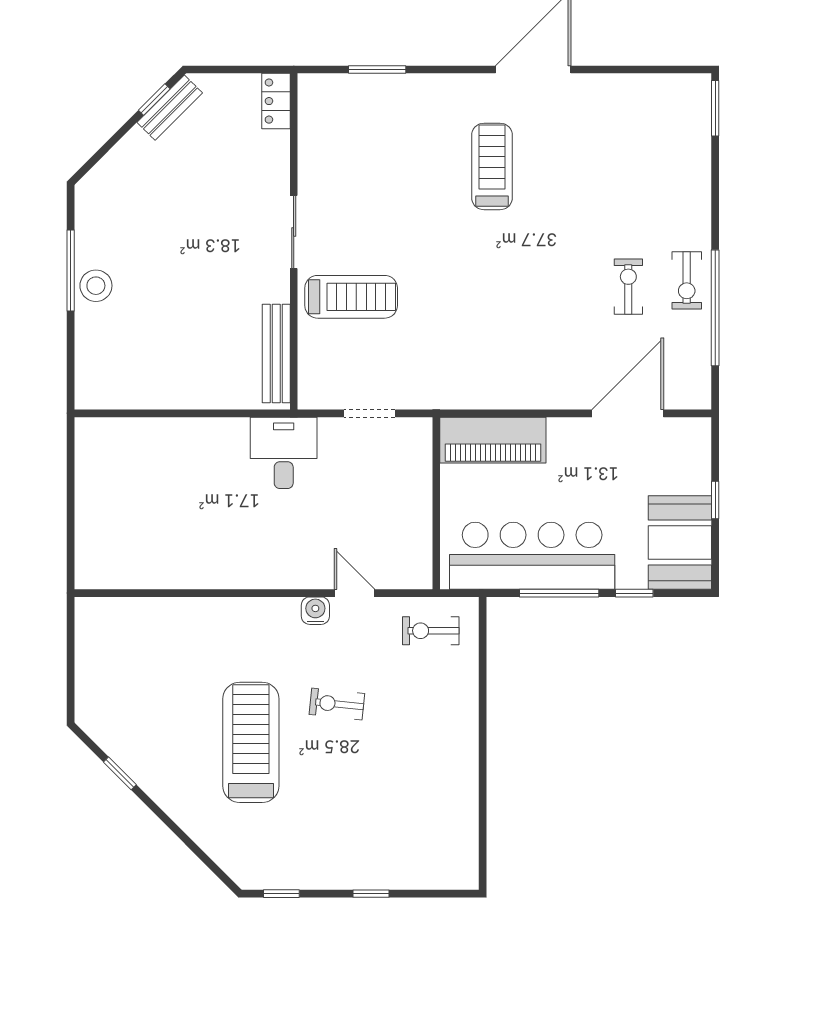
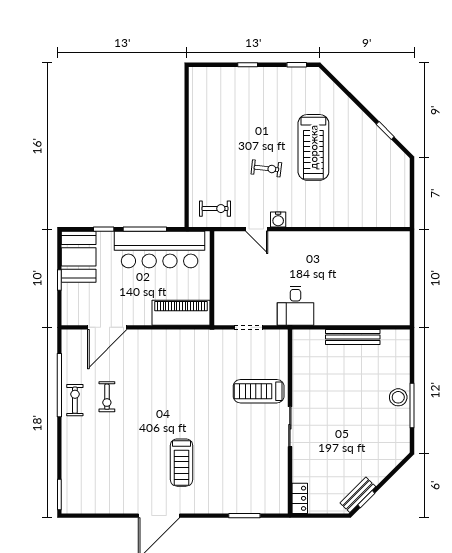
bench: (276, 353) -> (353, 337), moved, turned 90

